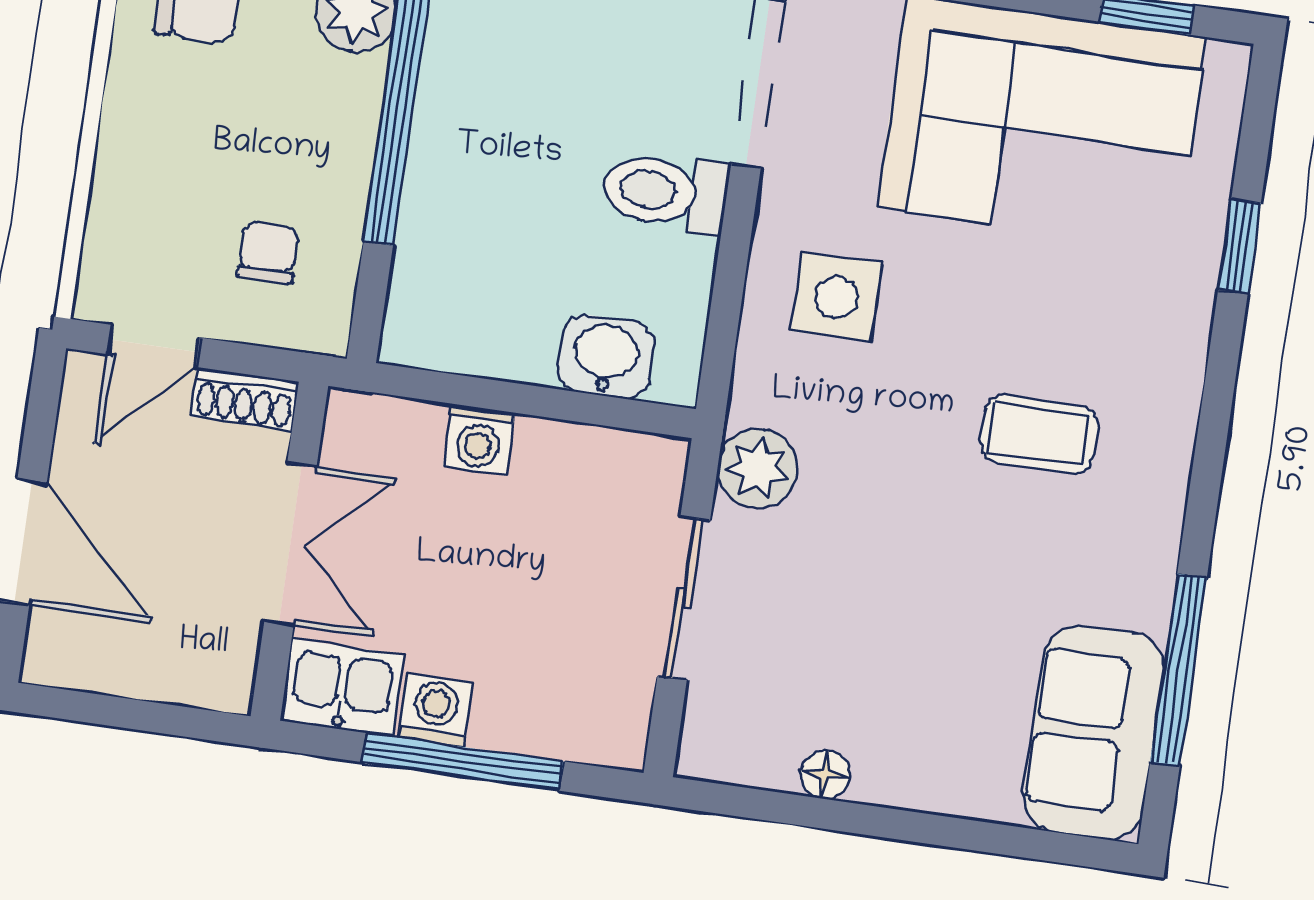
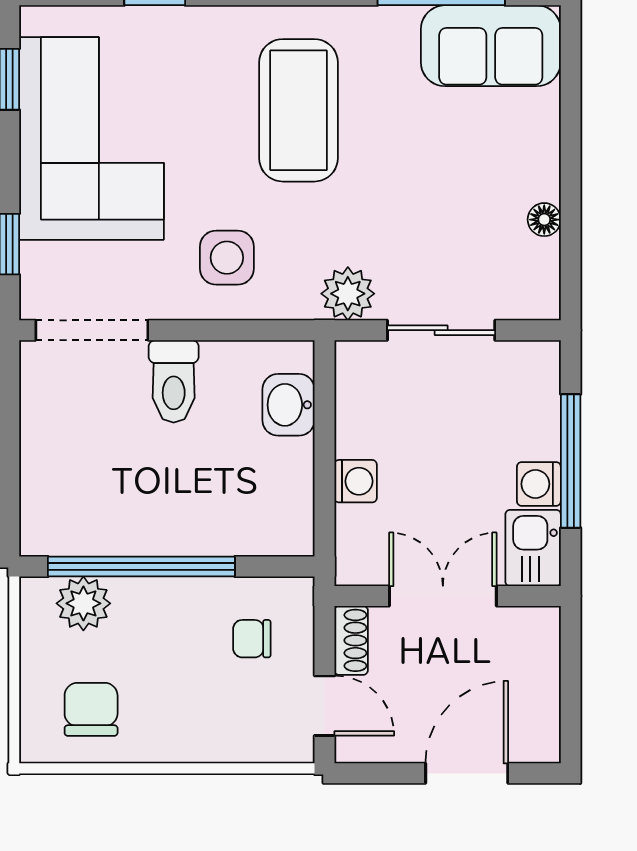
coffee table: (1039, 434) -> (299, 110), width x1.86, depth x1.72

